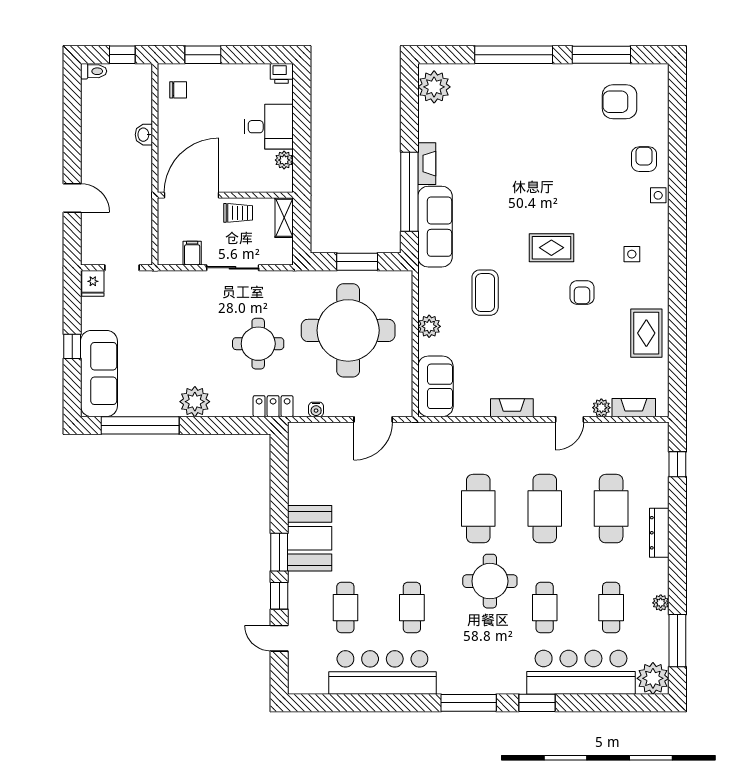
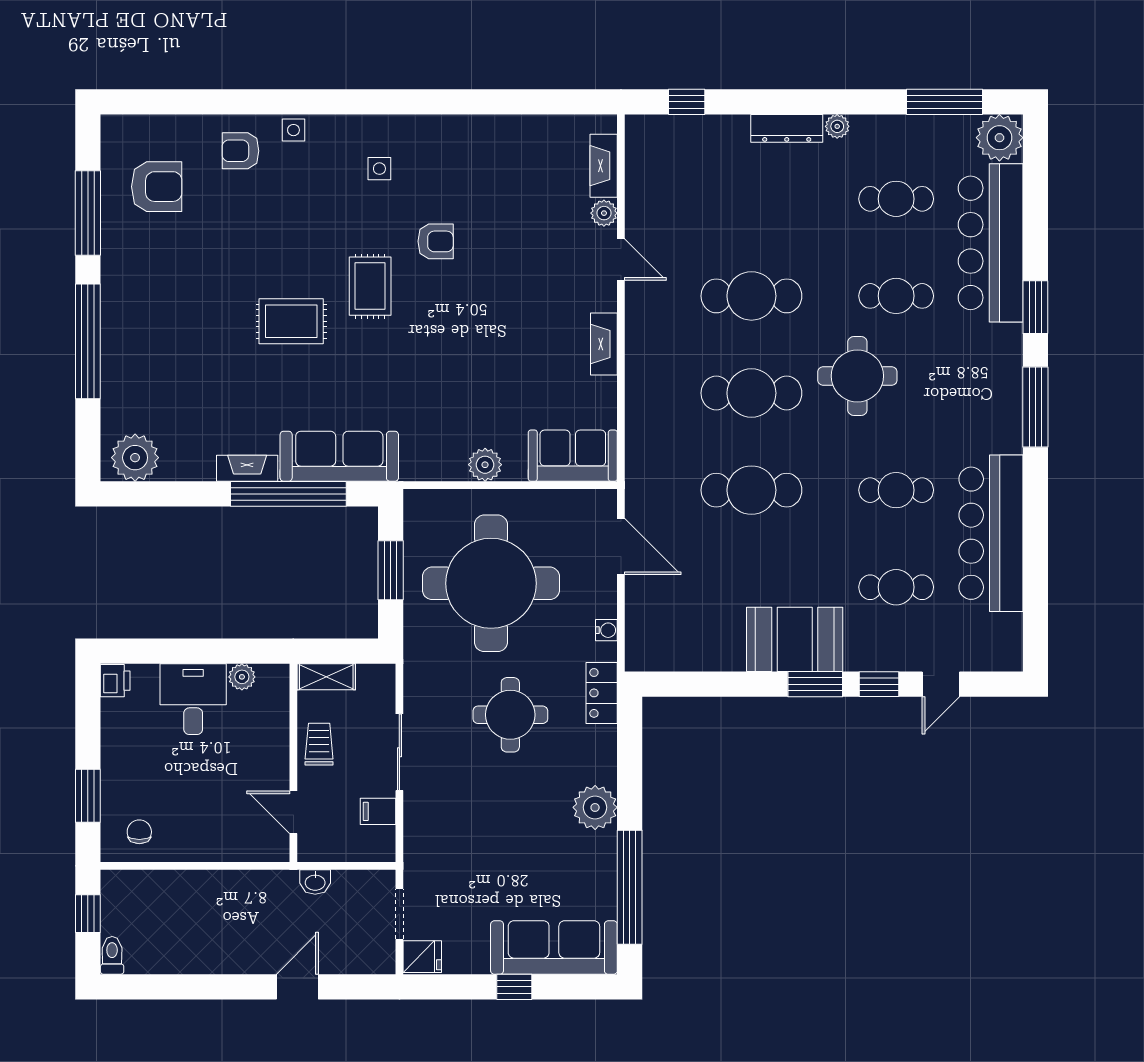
armchair: (620, 102) -> (157, 187), turned -90
washbasin: (144, 135) -> (315, 882), moved
door: (191, 195) -> (293, 812), width x0.53
coffee table: (485, 293) -> (436, 383), removed
rug: (646, 333) -> (291, 321), moved
cafe table: (611, 509) -> (751, 490), moved
plant: (661, 603) -> (837, 126), moved

